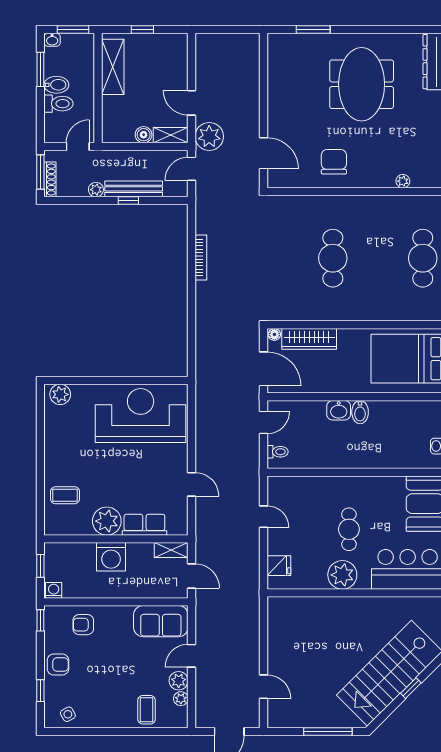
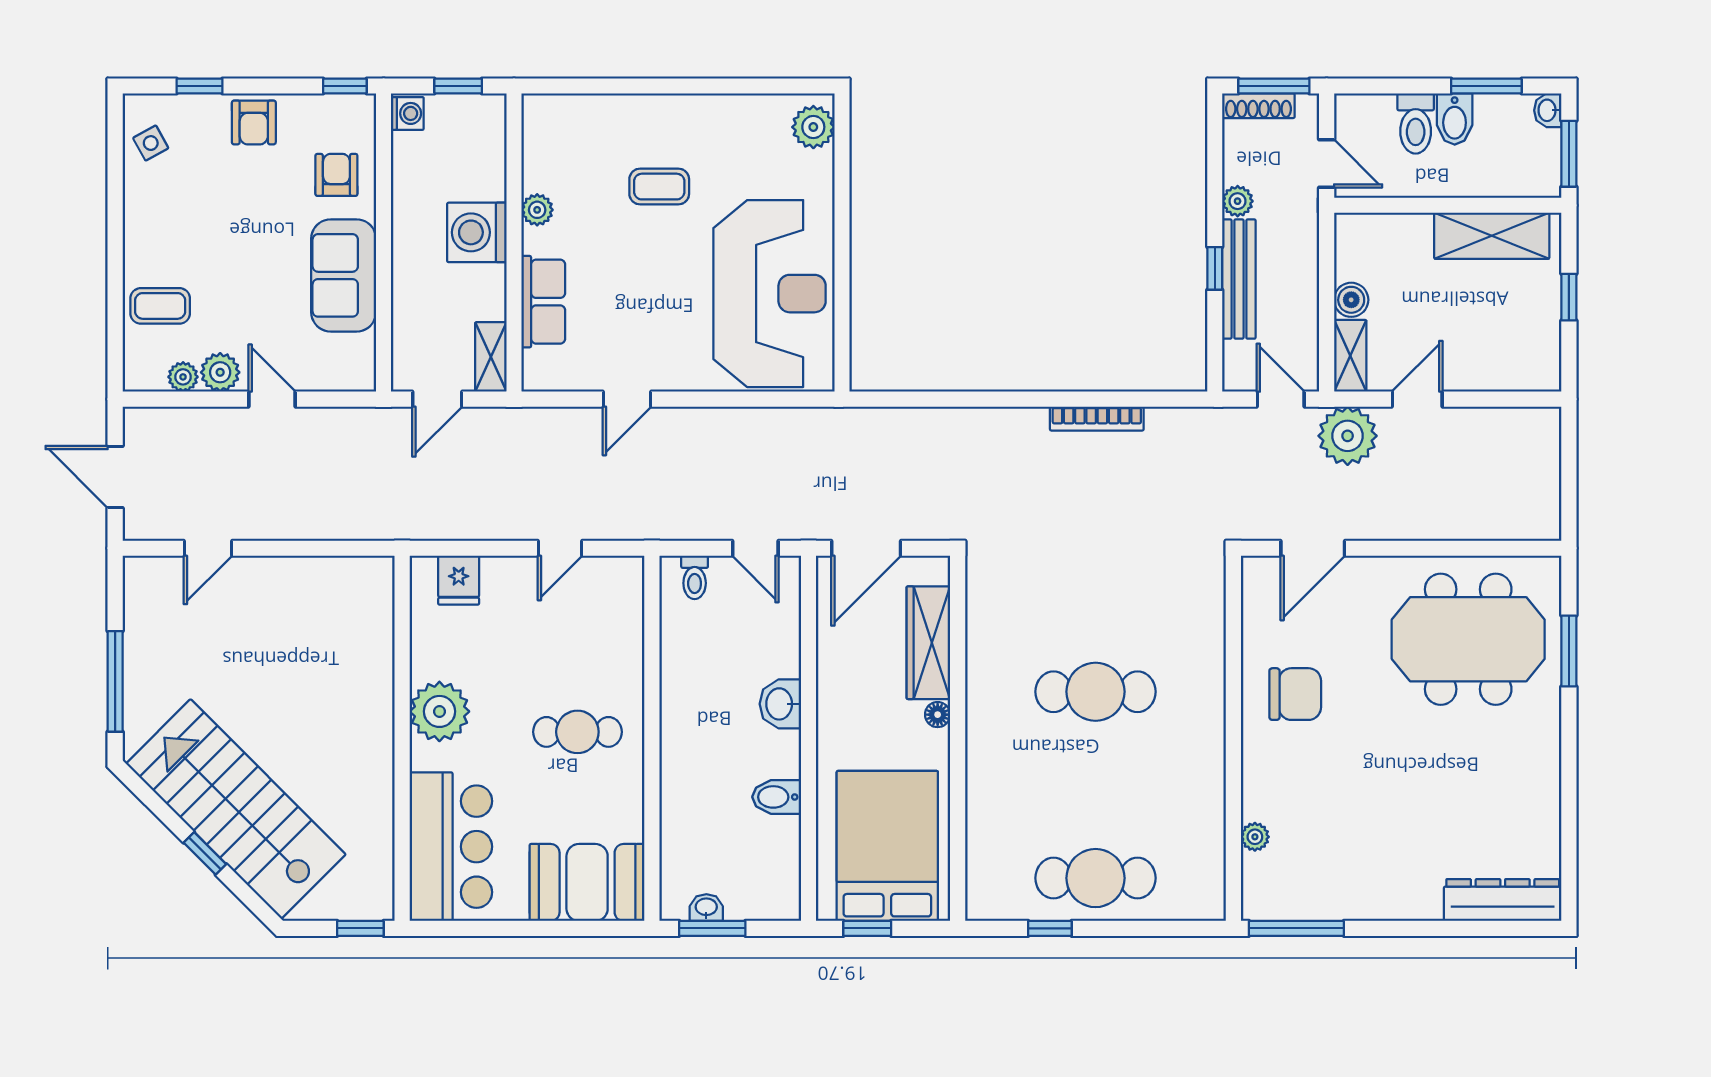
meeting table: (362, 84) -> (1468, 639), moved
floor lamp: (274, 334) -> (938, 715), moved
bidet: (360, 412) -> (777, 797), moved
coffee table: (65, 495) -> (659, 187), moved, turned 90
plant: (107, 521) -> (537, 210), width x0.53, depth x0.53
cafe table: (349, 529) -> (577, 732), moved
sofa: (161, 621) -> (344, 275), moved

